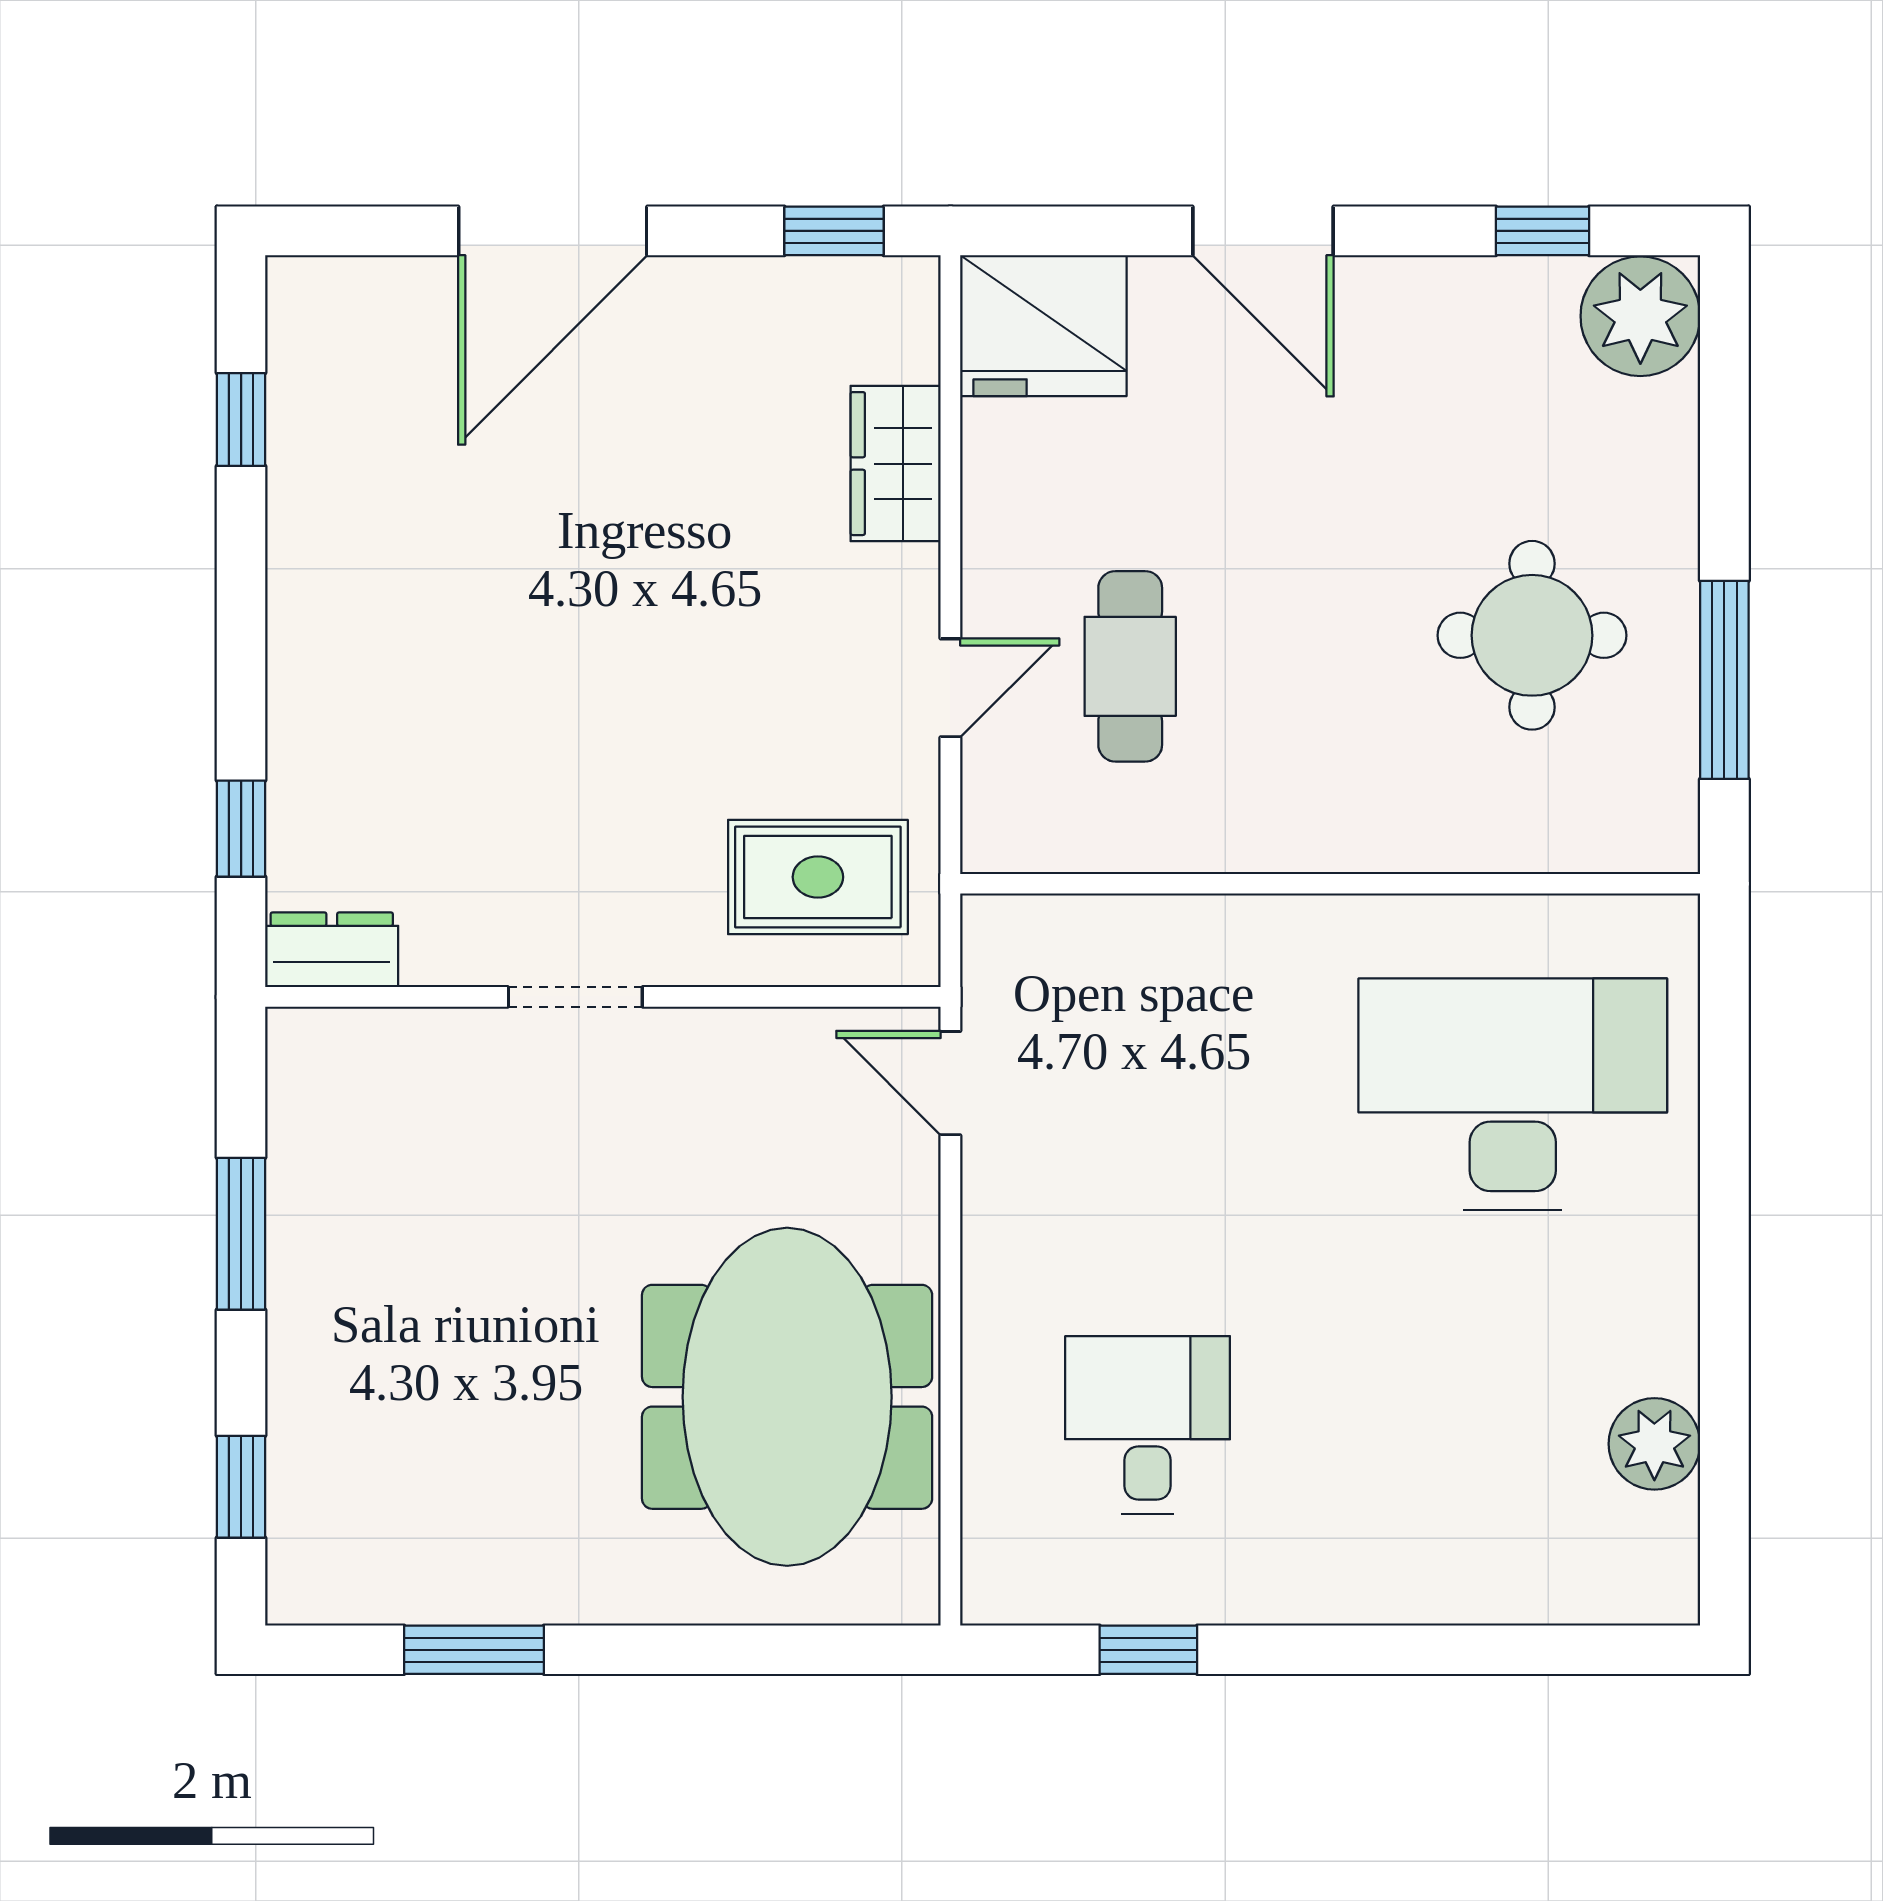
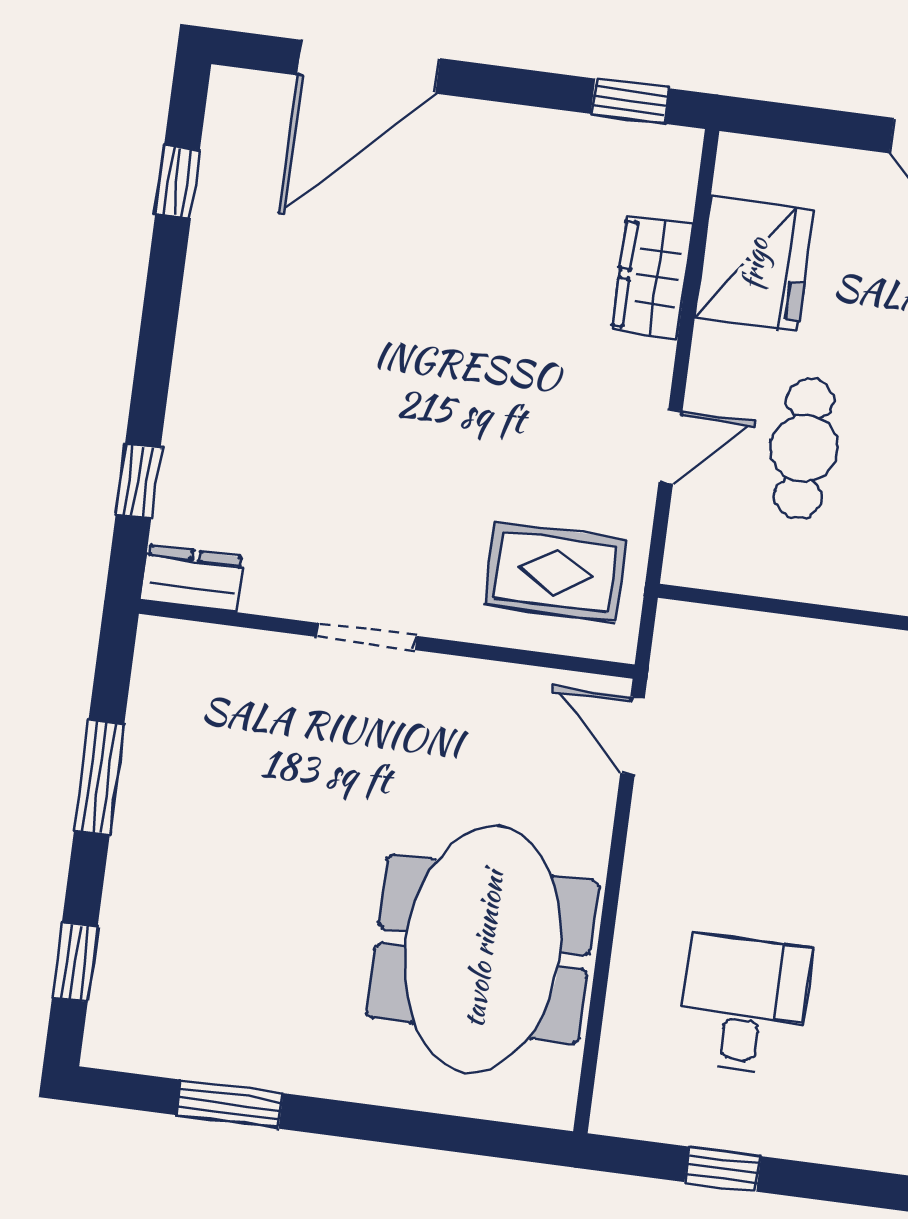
door: (553, 231) -> (369, 67), moved
fridge: (1043, 326) -> (754, 264), moved, turned -90

